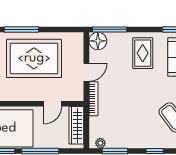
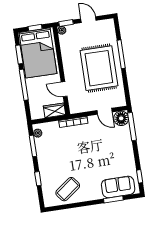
rug: (143, 53) -> (117, 157), removed
door: (86, 72) -> (105, 111), moved
wardrobe: (76, 125) -> (54, 110), width x0.67

